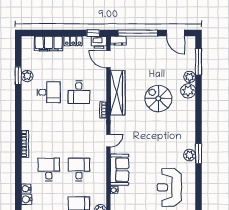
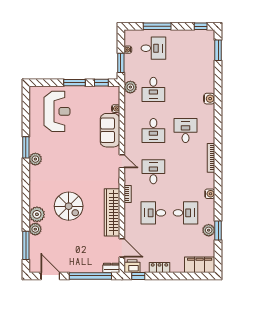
filing cabinet: (49, 43) -> (200, 265), moved
desk: (49, 92) -> (186, 213), turned 180
desk: (79, 92) -> (153, 213), turned -90
desk: (79, 131) -> (153, 172), added
door: (108, 141) -> (122, 161), swing flipped
plant: (190, 155) -> (35, 159), moved
desk: (49, 169) -> (186, 131), turned 180
water cooler: (26, 189) -> (210, 194), moved

